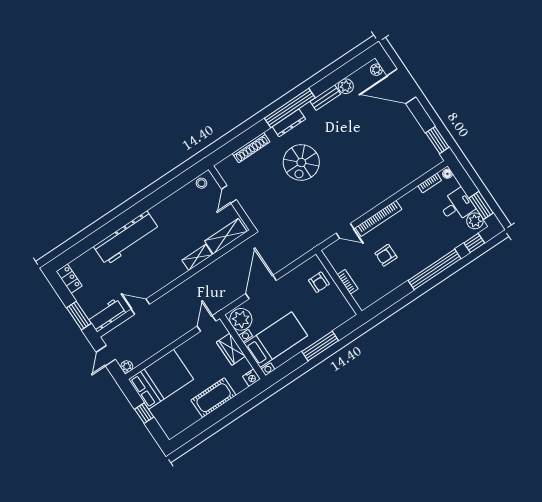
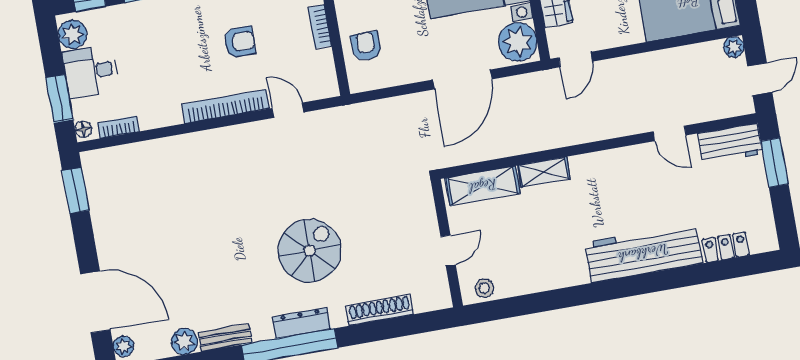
window: (481, 205) -> (59, 99), moved
locker: (69, 279) -> (726, 247), moved, turned 90

